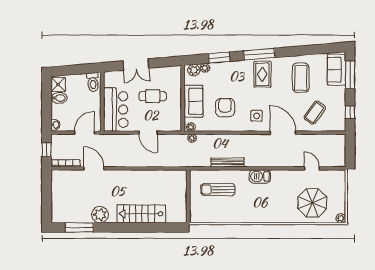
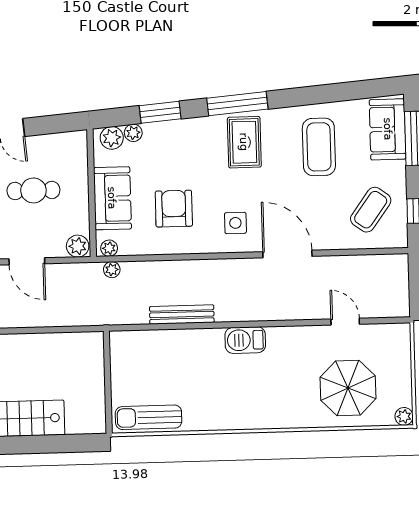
coffee table: (315, 113) -> (371, 210), moved
plant: (175, 126) -> (78, 246), added
sun lounger: (218, 190) -> (149, 417), moved

